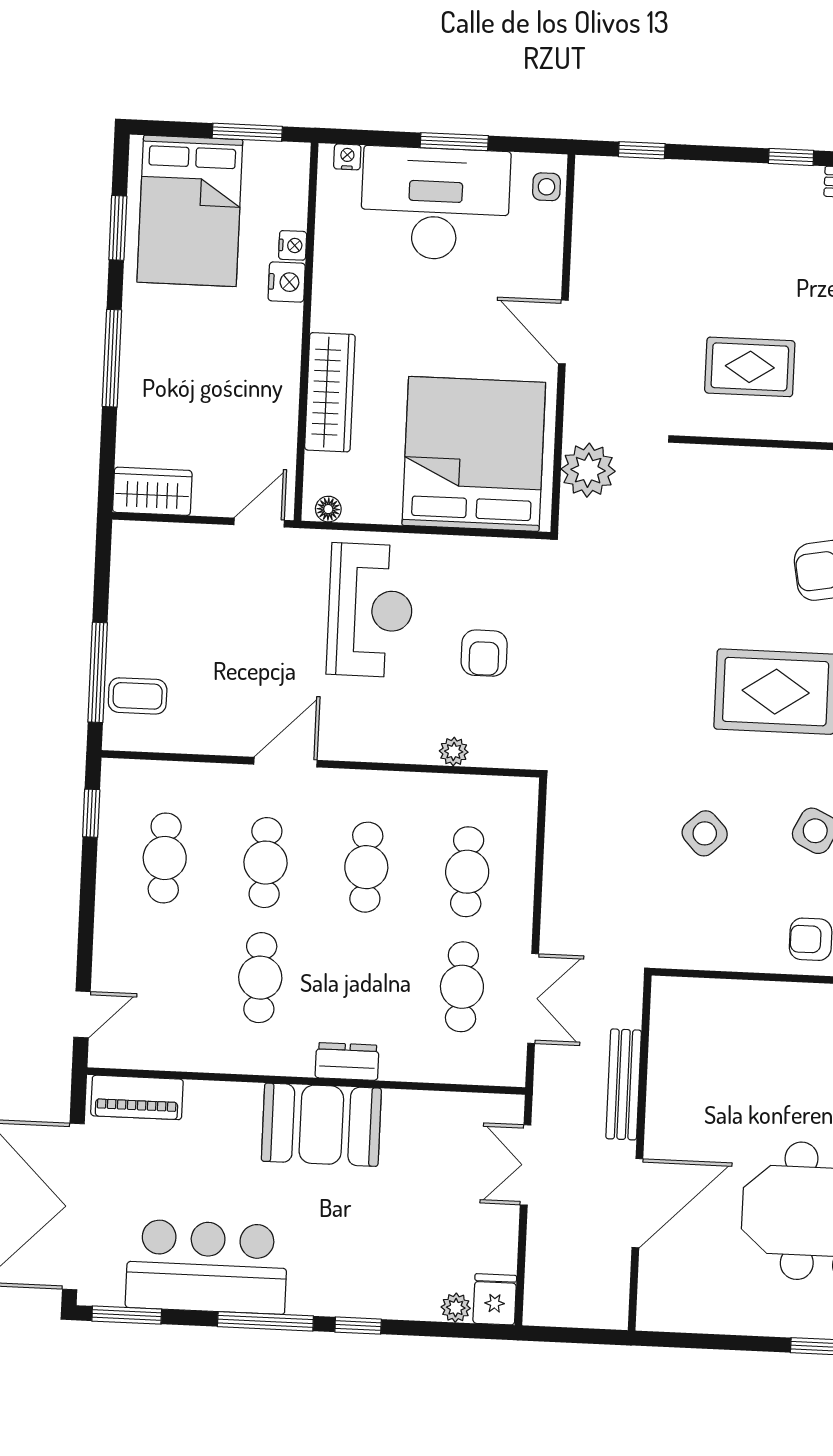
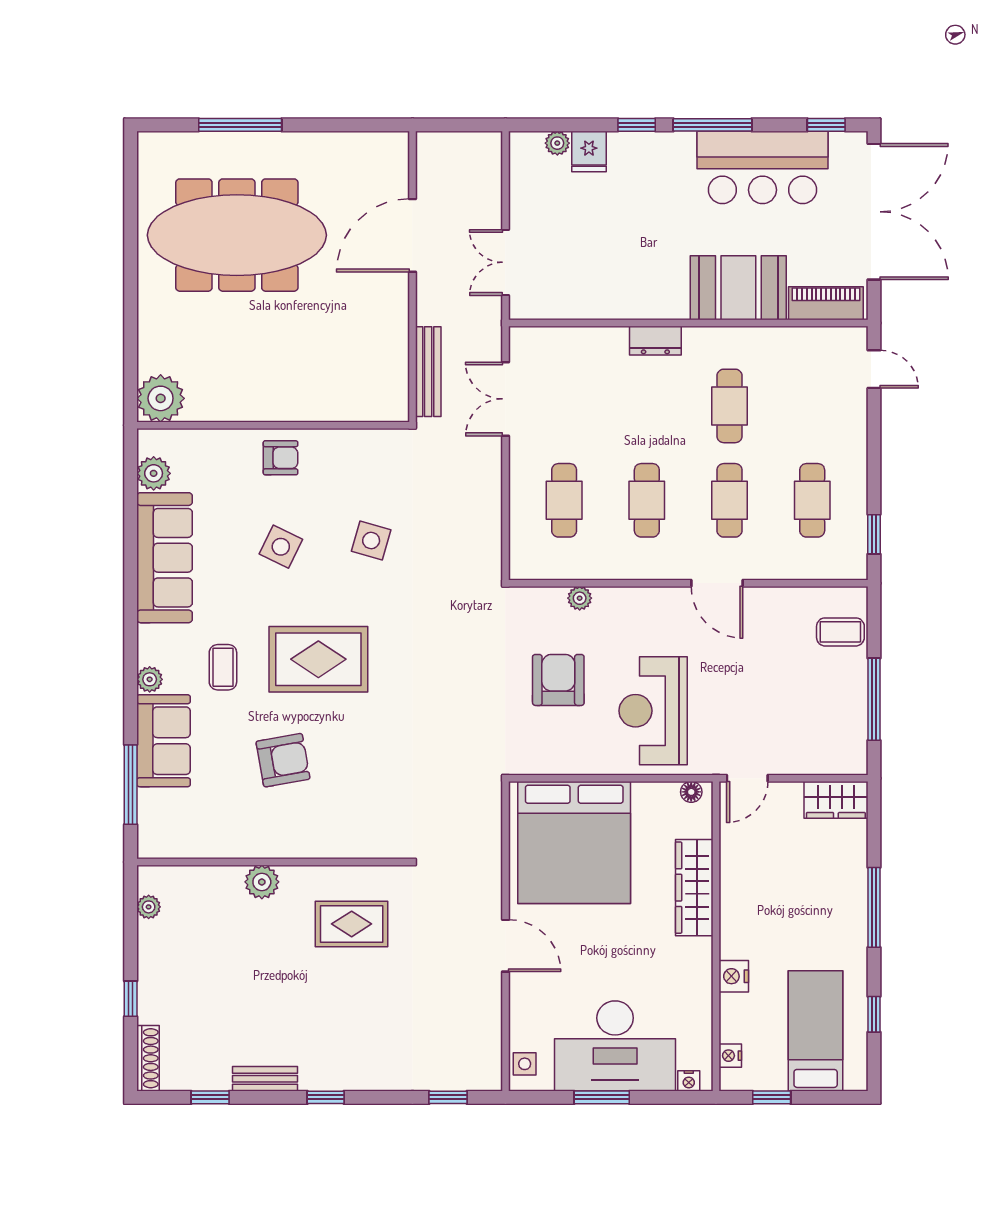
window: (247, 132) -> (772, 1097), width x0.67
bed: (190, 211) -> (816, 1031), width x0.67
window: (118, 228) -> (874, 1014), width x0.67
nightstand: (293, 245) -> (730, 1056), moved
plant: (588, 470) -> (480, 833), removed
armchair: (484, 653) -> (558, 680), width x1.38, depth x1.38
window: (98, 672) -> (874, 699), moved
door: (285, 762) -> (717, 583), hinge flipped
side table: (705, 833) -> (371, 540), turned -31
cafe table: (462, 987) -> (564, 406), removed
door: (82, 1014) -> (874, 369), swing flipped
bench: (624, 1084) -> (428, 372), moved
booth: (321, 1125) -> (738, 288), moved
double door: (526, 1165) -> (505, 262), swing flipped
fridge: (495, 1299) -> (589, 151), moved
window: (127, 1315) -> (826, 125), width x0.67

